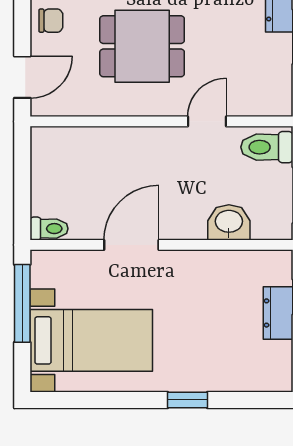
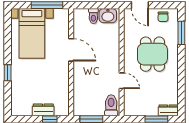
washbasin: (229, 222) -> (108, 16), moved, turned 90
toilet: (49, 229) -> (93, 16), moved

